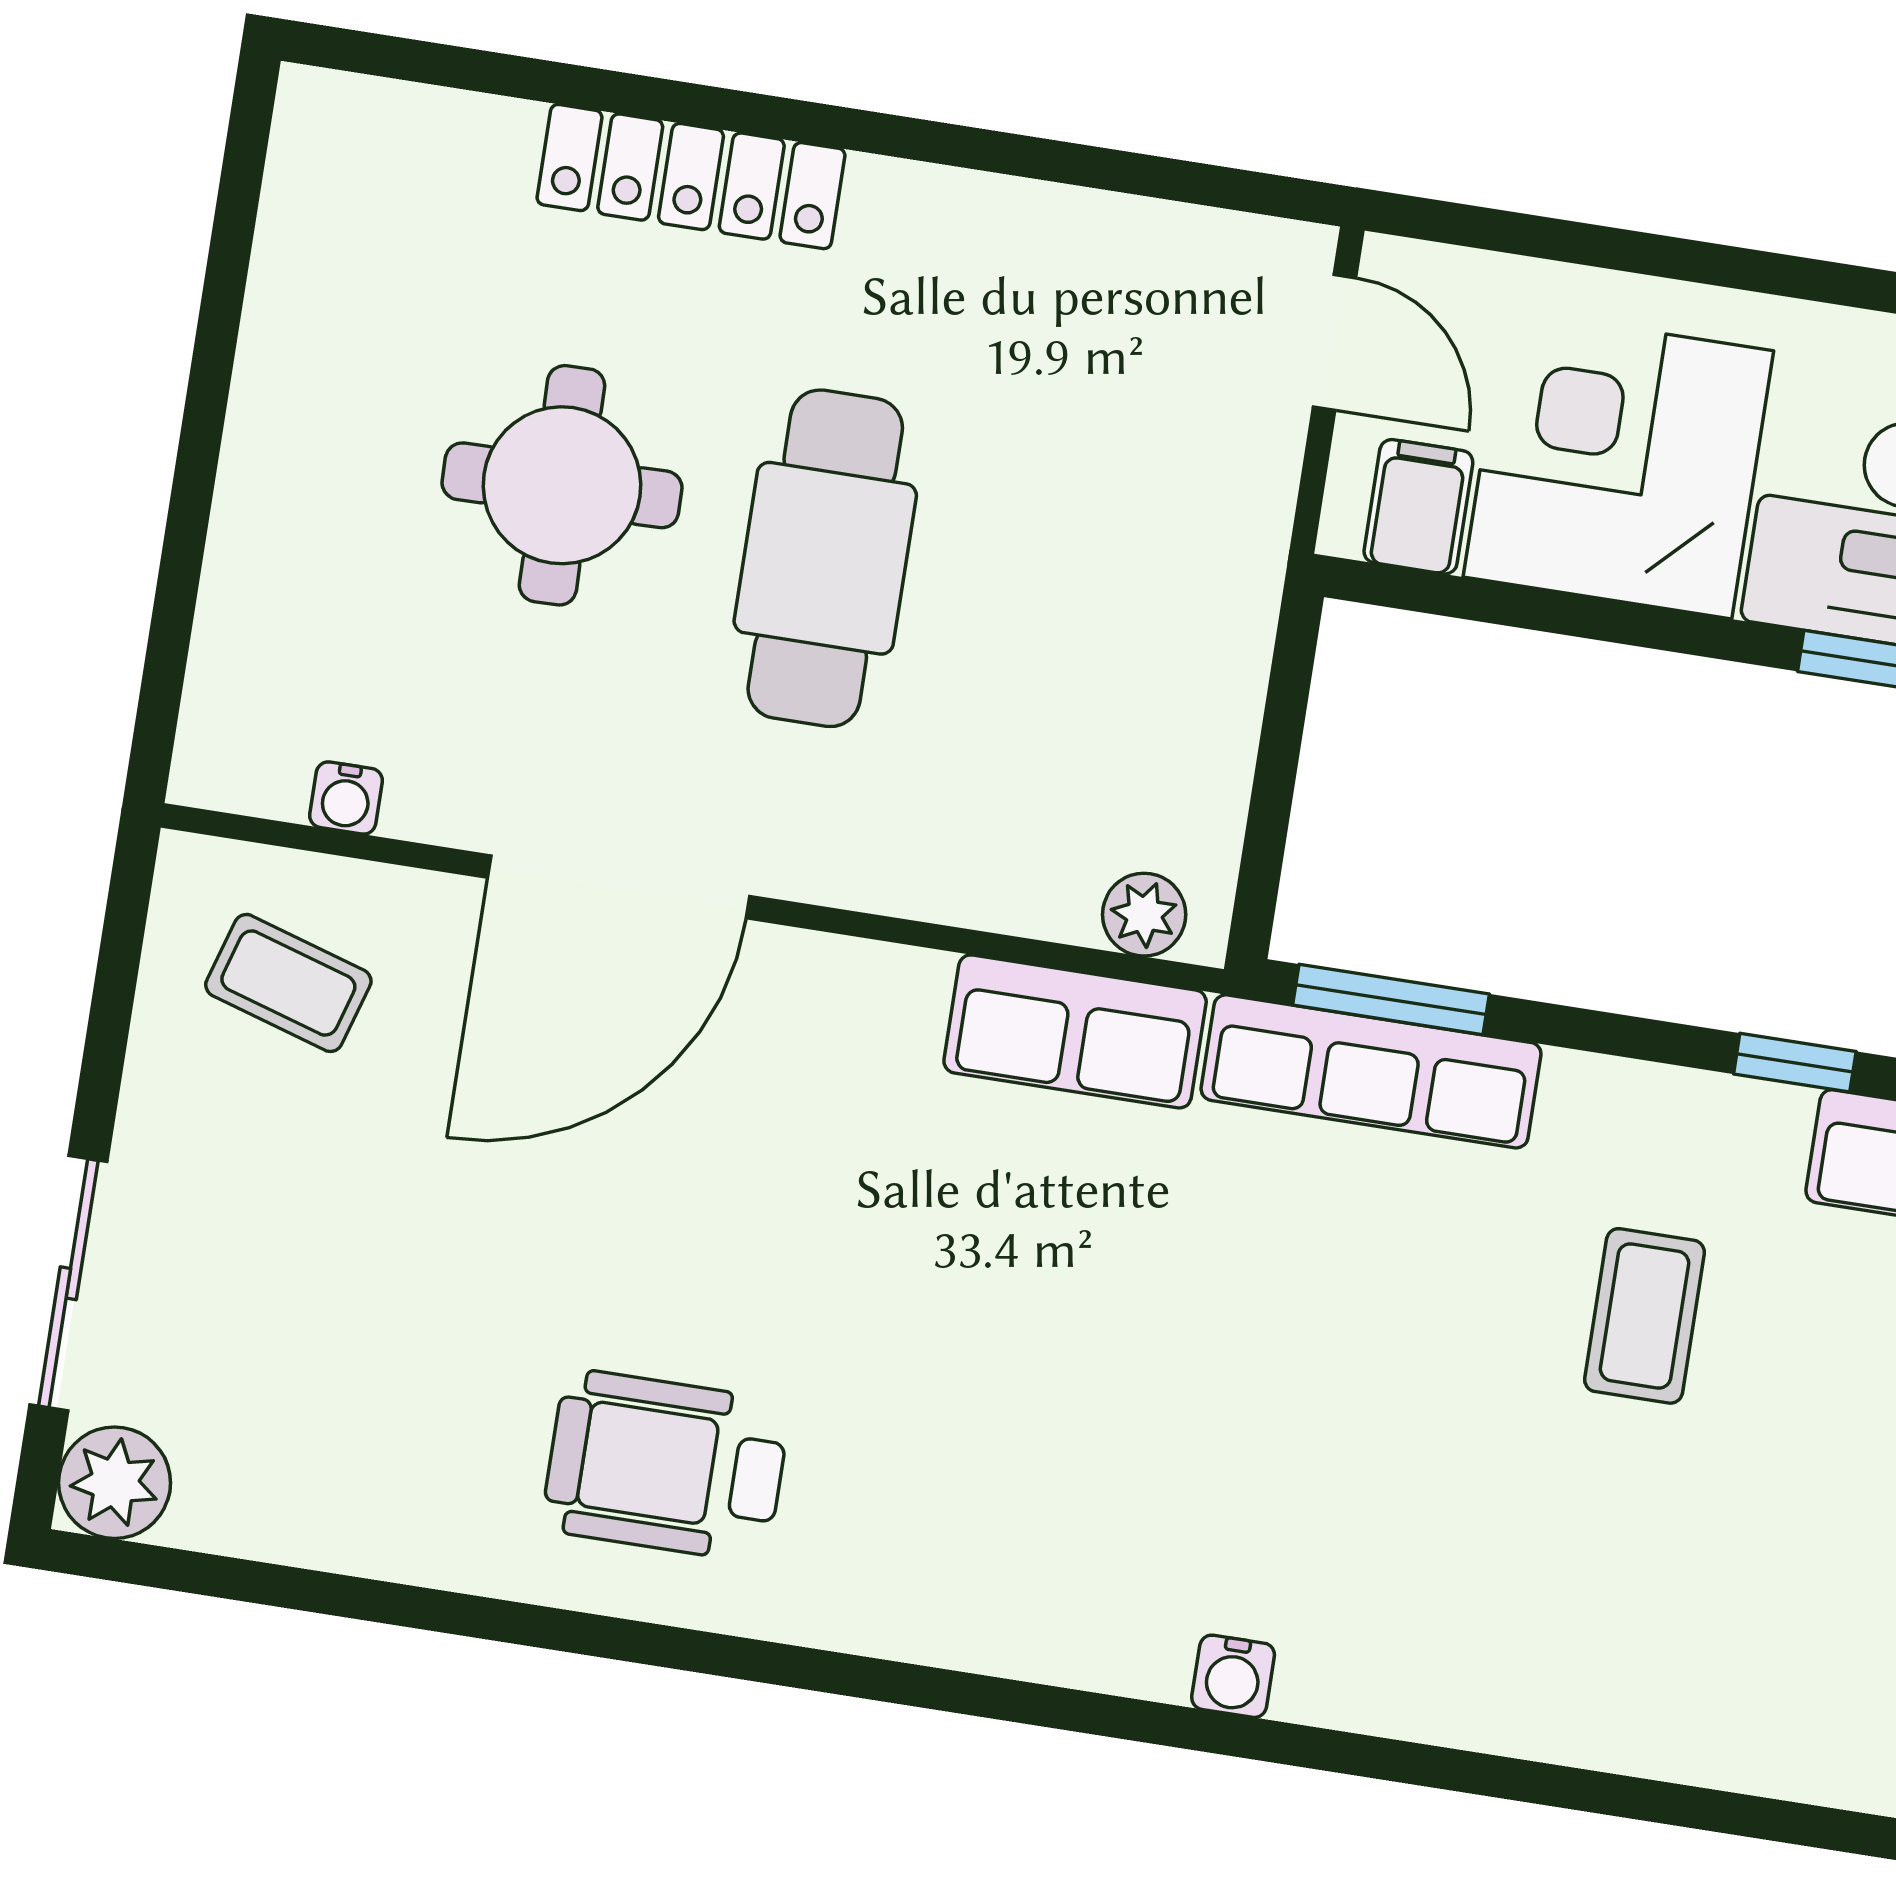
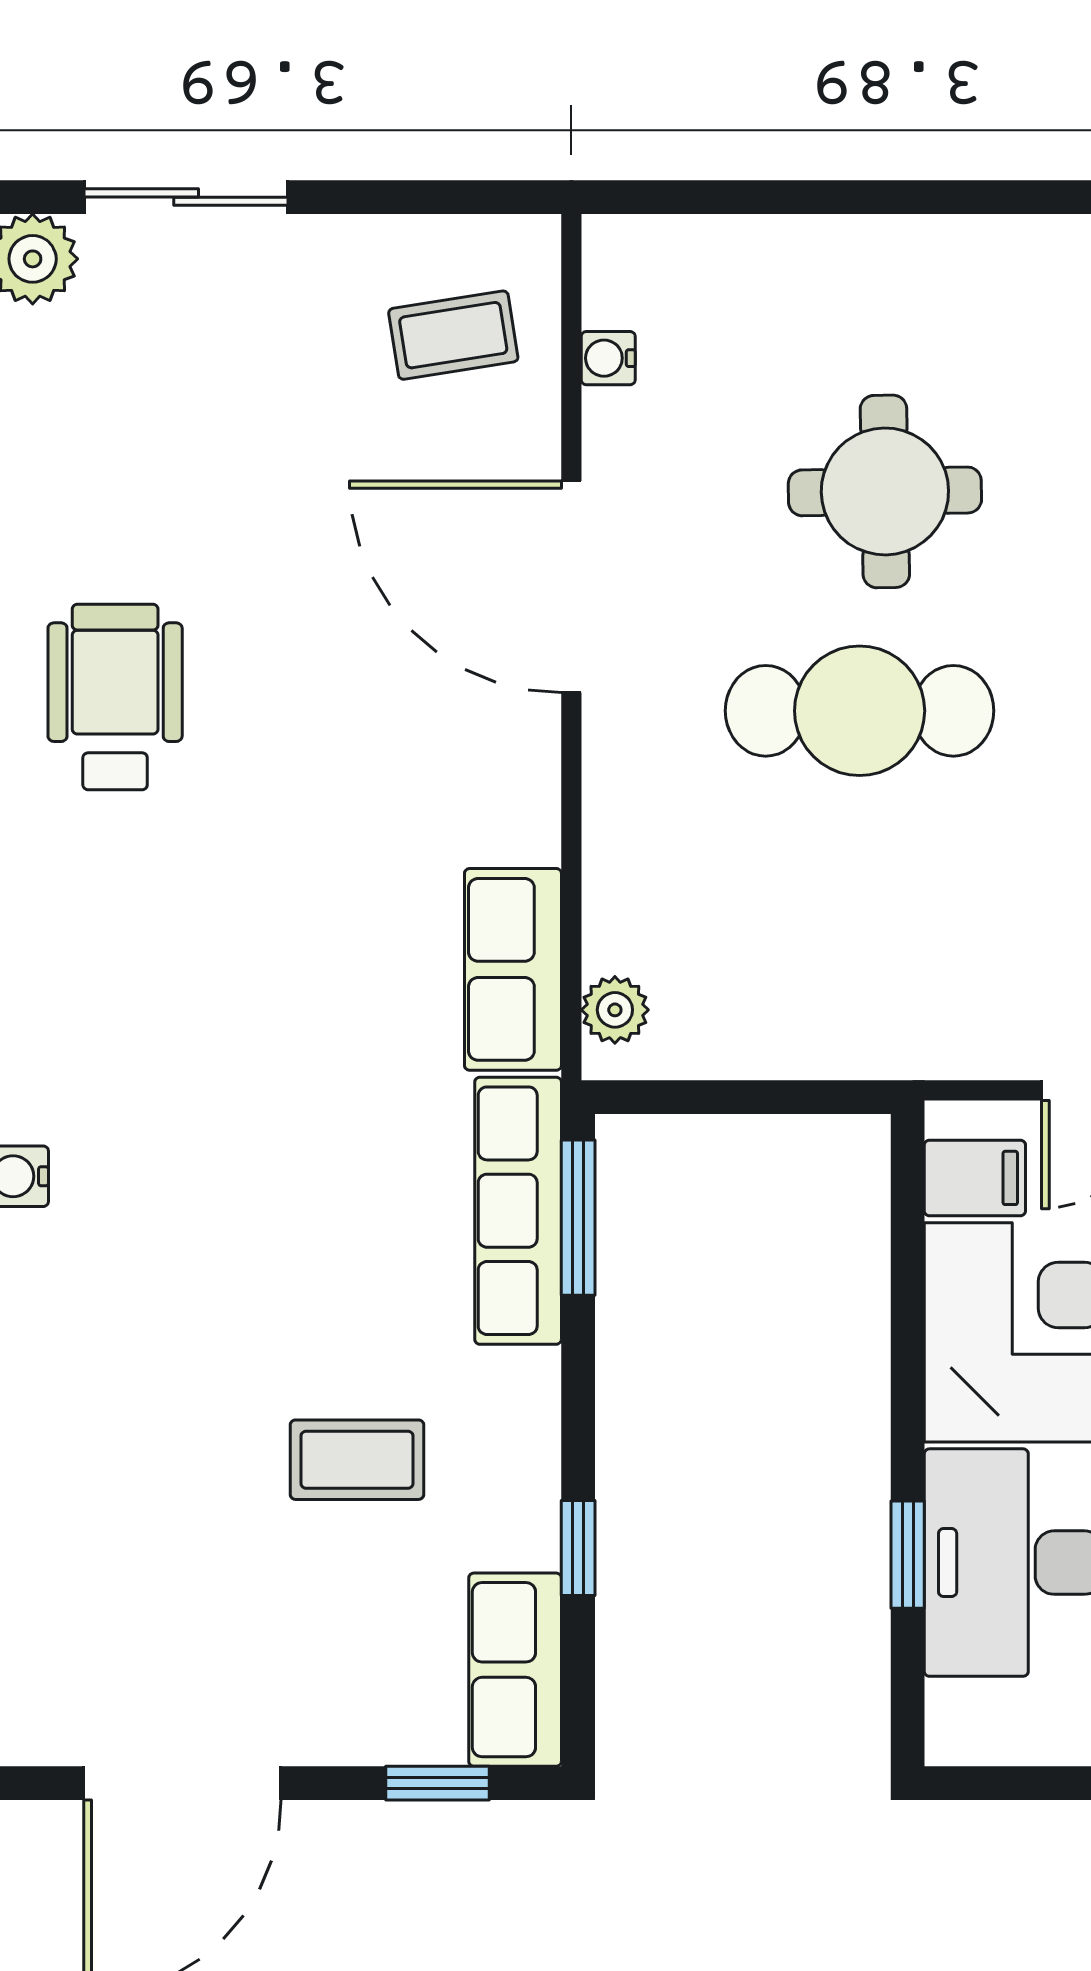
coffee table: (288, 983) -> (453, 335), turned 64

